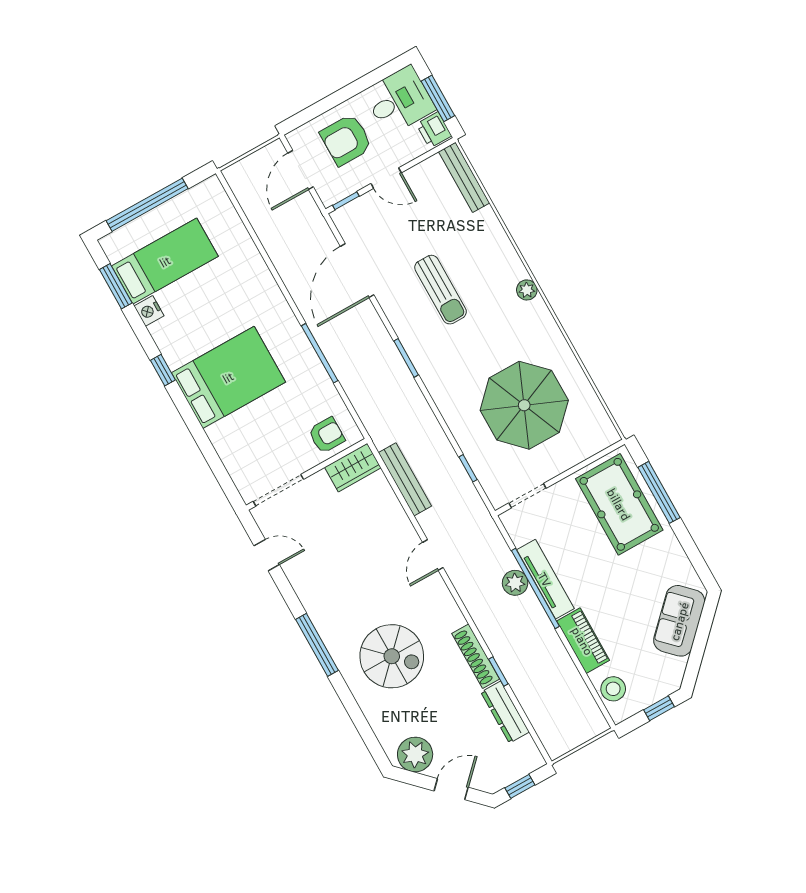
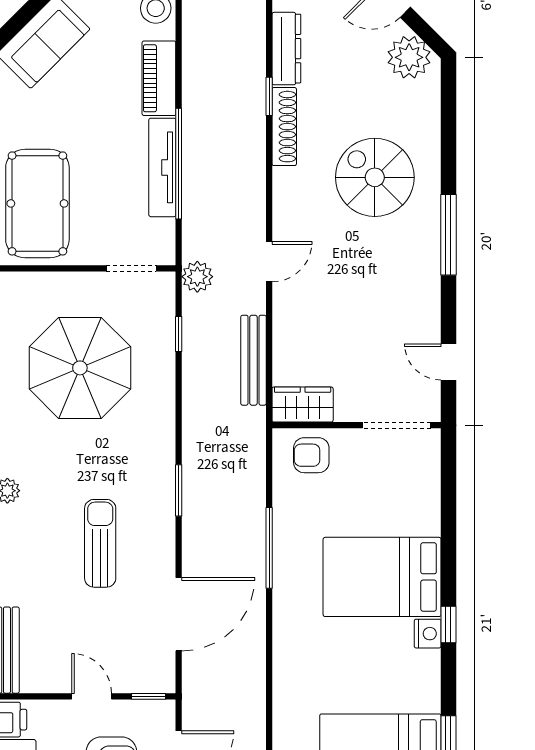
nightstand: (149, 311) -> (428, 634), moved
plant: (515, 583) -> (197, 277), moved

